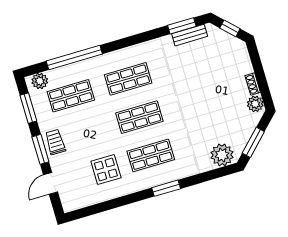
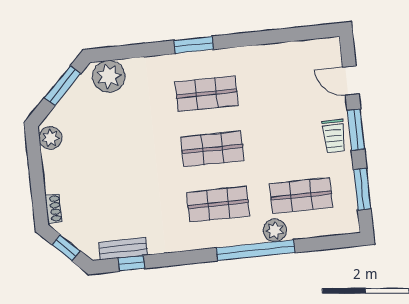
window: (182, 26) -> (131, 263), width x0.67
window: (74, 57) -> (256, 250), moved
plant: (40, 81) -> (275, 230), moved
shoe rack: (253, 84) -> (53, 209), moved
display table: (106, 170) -> (271, 86), removed
door: (50, 183) -> (351, 81), swing flipped

